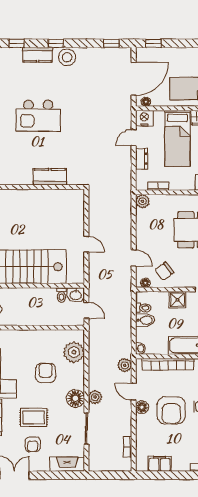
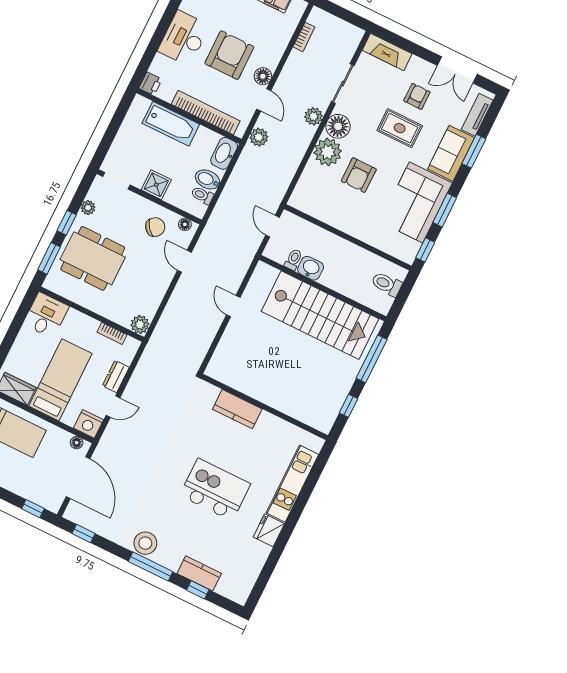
window: (56, 43) -> (151, 567), width x2.17
kitchen counter: (37, 55) -> (199, 573), moved
door: (134, 79) -> (78, 478), swing flipped
washbasin: (76, 295) -> (311, 268), moved
washbasin: (140, 349) -> (224, 153), width x1.91, depth x1.45
plant: (74, 352) -> (328, 152), moved

